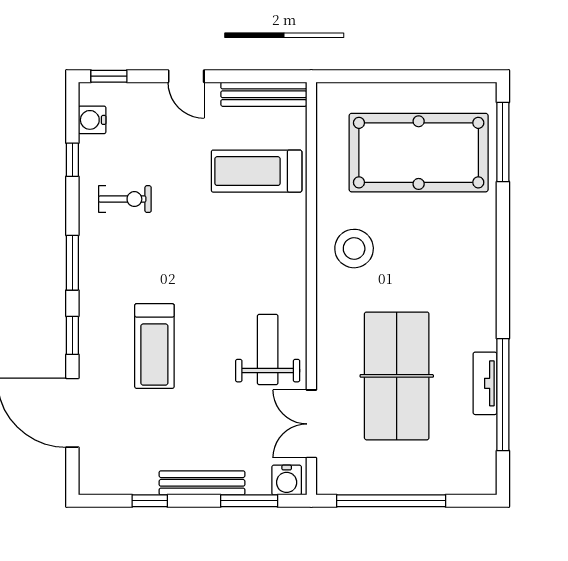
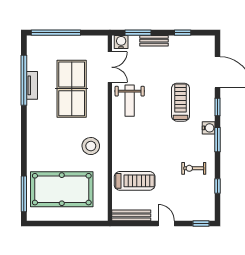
water cooler: (92, 120) -> (209, 128), moved
bench: (202, 483) -> (154, 41), width x0.73
window: (391, 501) -> (56, 33), moved

